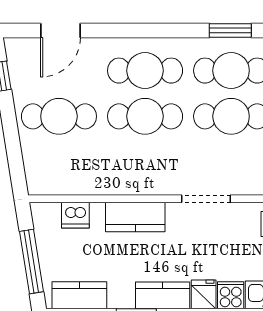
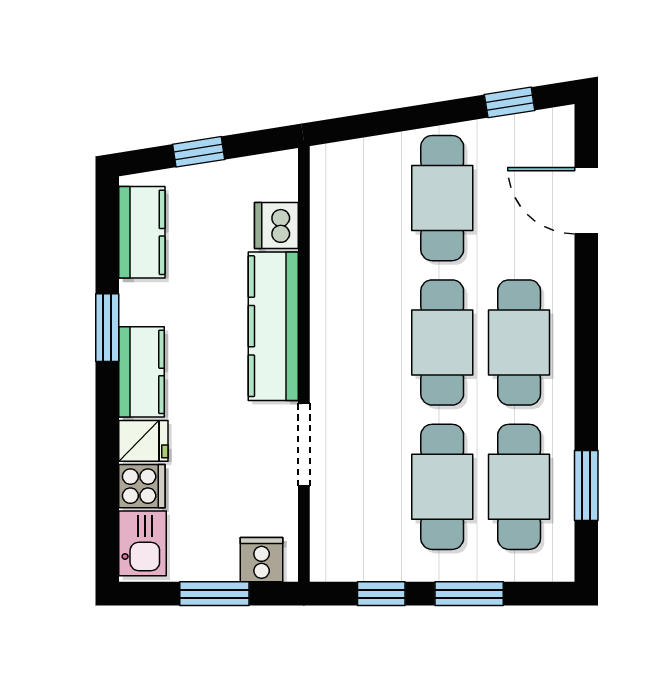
kitchen counter: (135, 217) -> (273, 326), width x1.50
window: (31, 261) -> (199, 152), width x0.46

